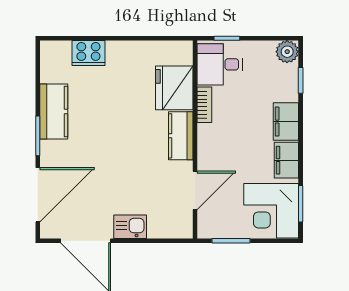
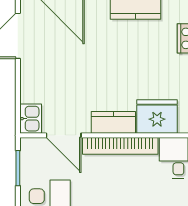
bookcase: (204, 105) -> (120, 146), width x2.31, depth x1.31
kitchen sink: (130, 227) -> (31, 119), moved

